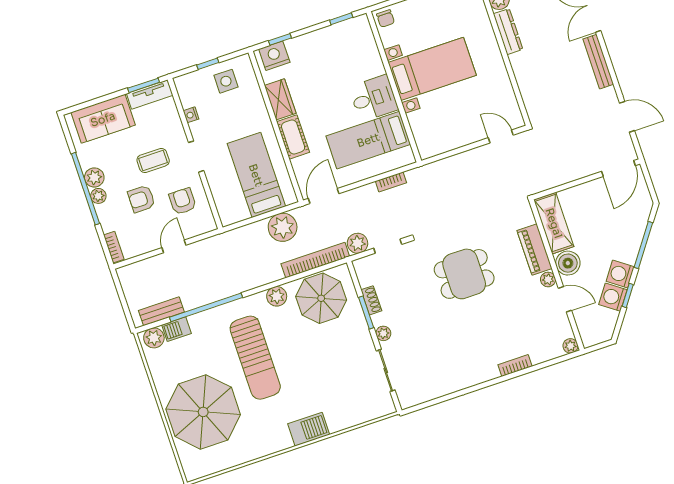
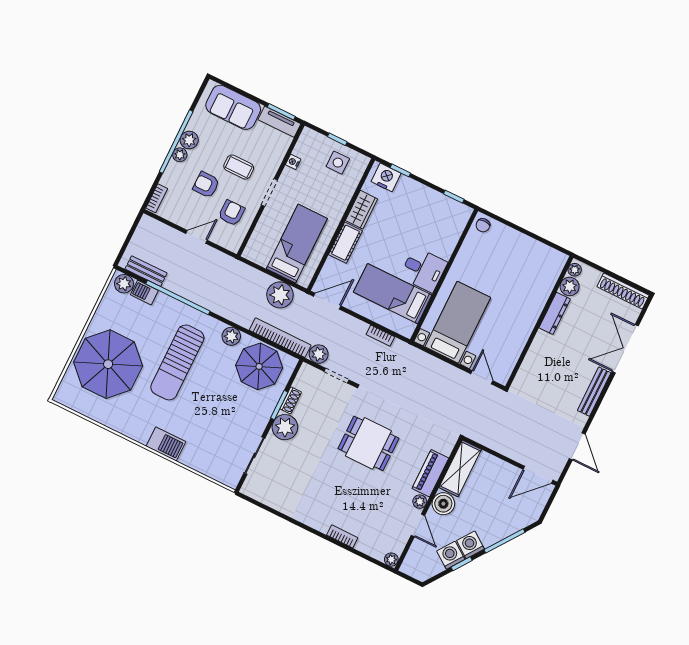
bed with nightstands: (432, 69) -> (458, 322), moved, turned -90
plant: (383, 333) -> (285, 427), width x1.87, depth x1.87

